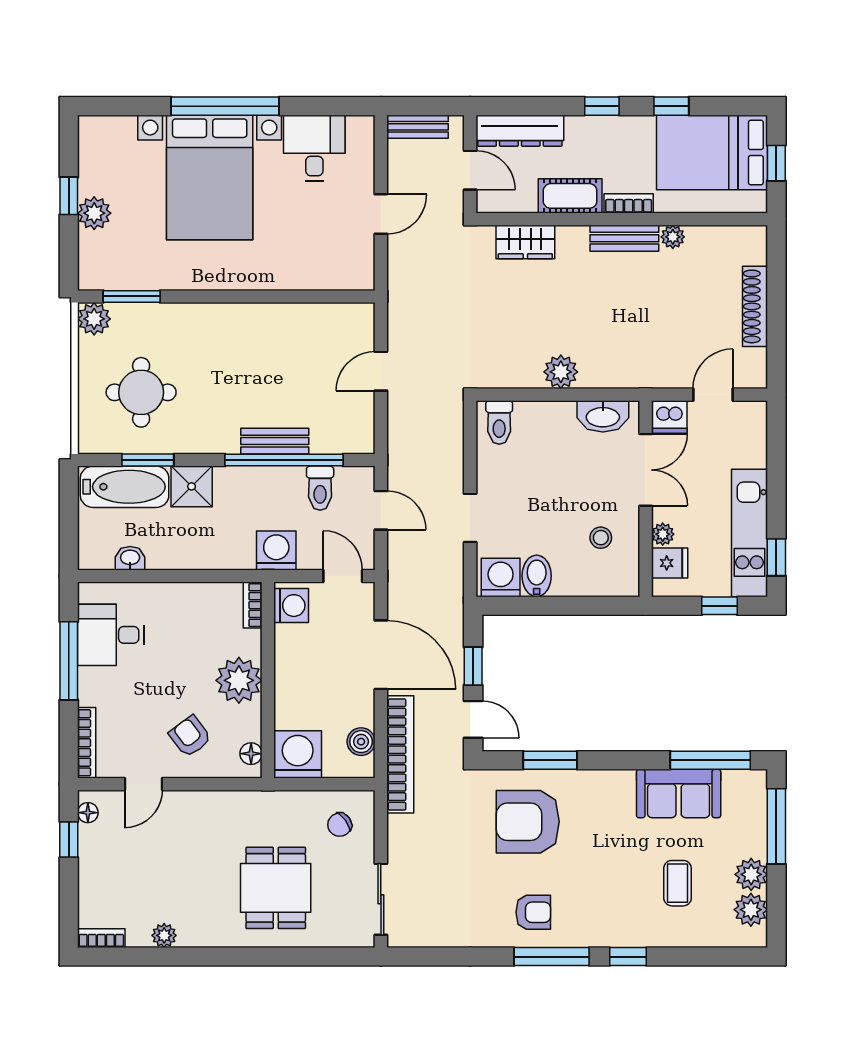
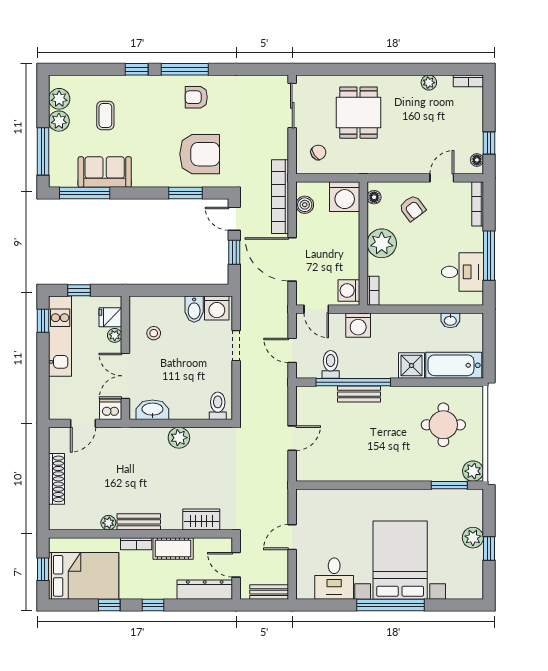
window: (148, 460) -> (439, 382), removed

